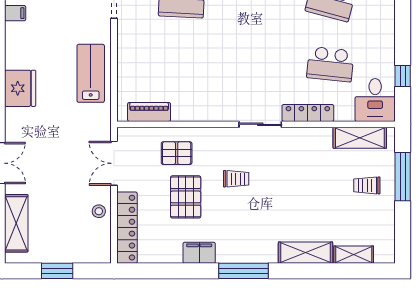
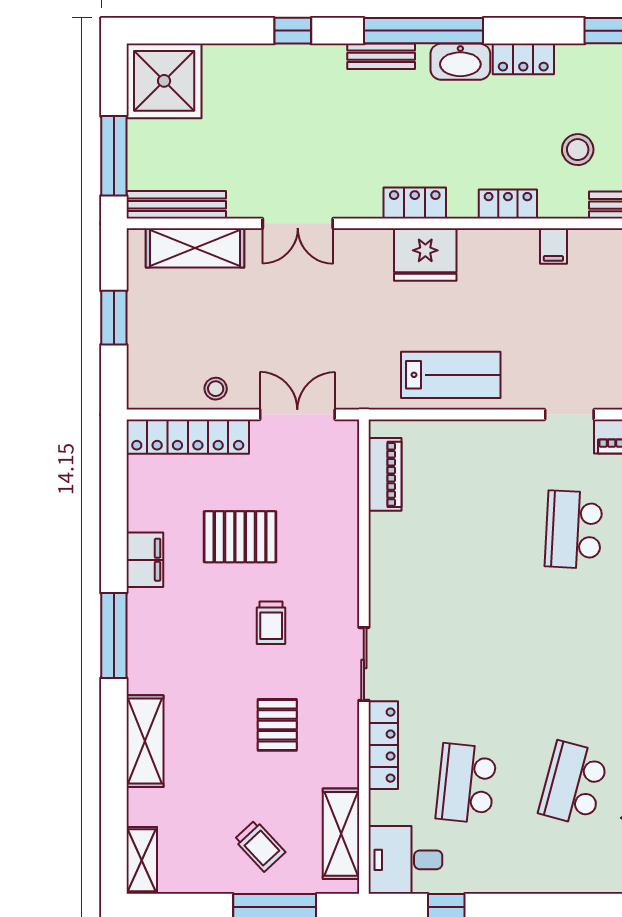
pallet: (177, 153) -> (277, 725), moved
trolley: (367, 185) -> (260, 846), turned 137
shelving: (354, 255) -> (142, 860), moved

